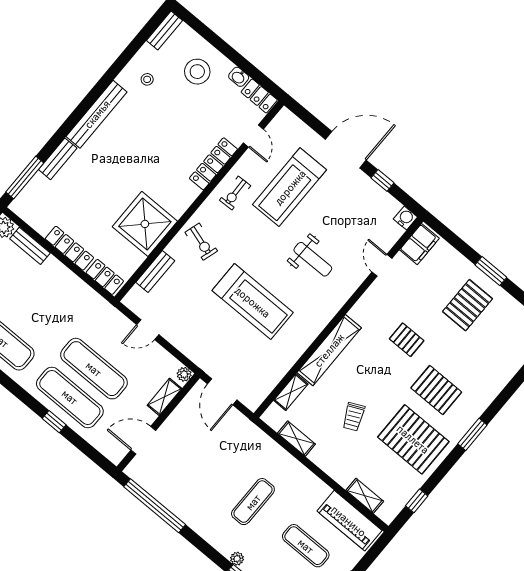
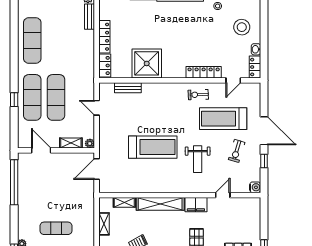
exercise bike: (201, 242) -> (237, 151), moved
filing cabinet: (419, 244) -> (196, 205), moved
treadmill: (253, 302) -> (153, 147), turned -90

